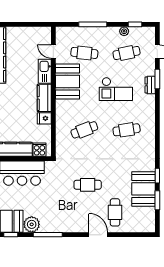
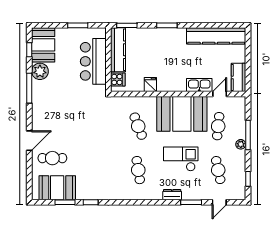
plant: (124, 31) -> (241, 144), moved
booth: (67, 81) -> (182, 114), width x1.36, depth x1.42
dresser: (150, 85) -> (172, 195), moved
checkout: (116, 89) -> (181, 159), turned 90
kitchen counter: (44, 98) -> (239, 77), moved, turned -90
cafe table: (88, 185) -> (81, 130), removed
booth: (144, 189) -> (57, 188), moved

